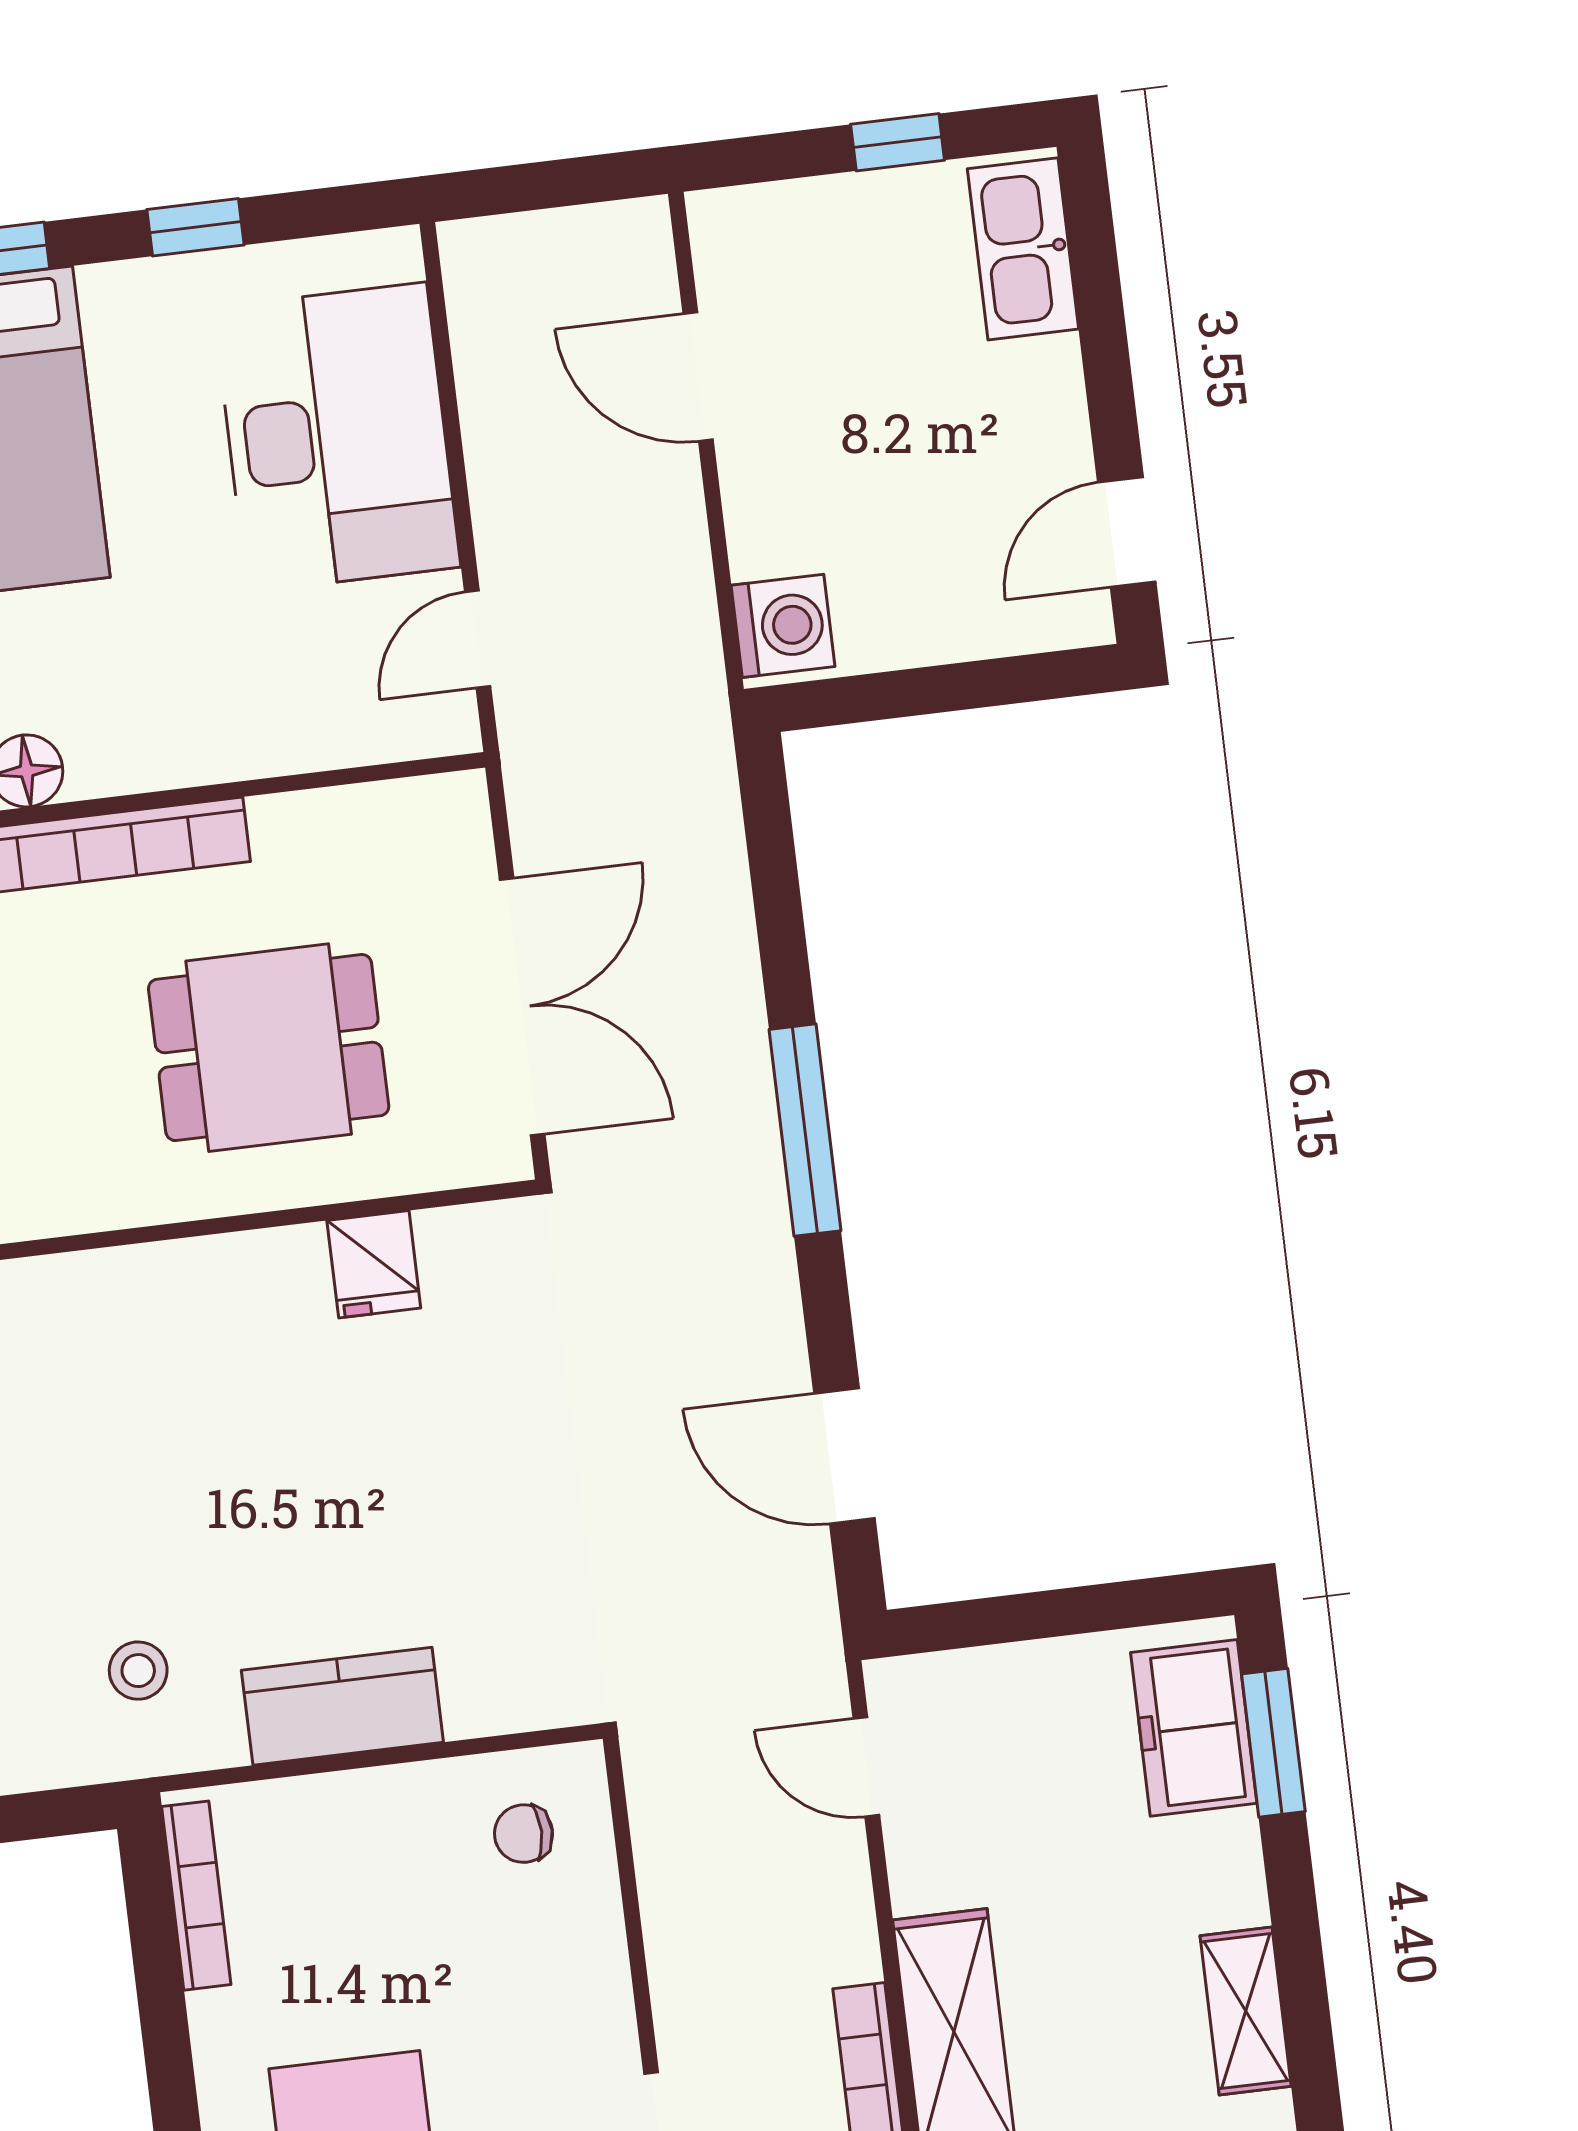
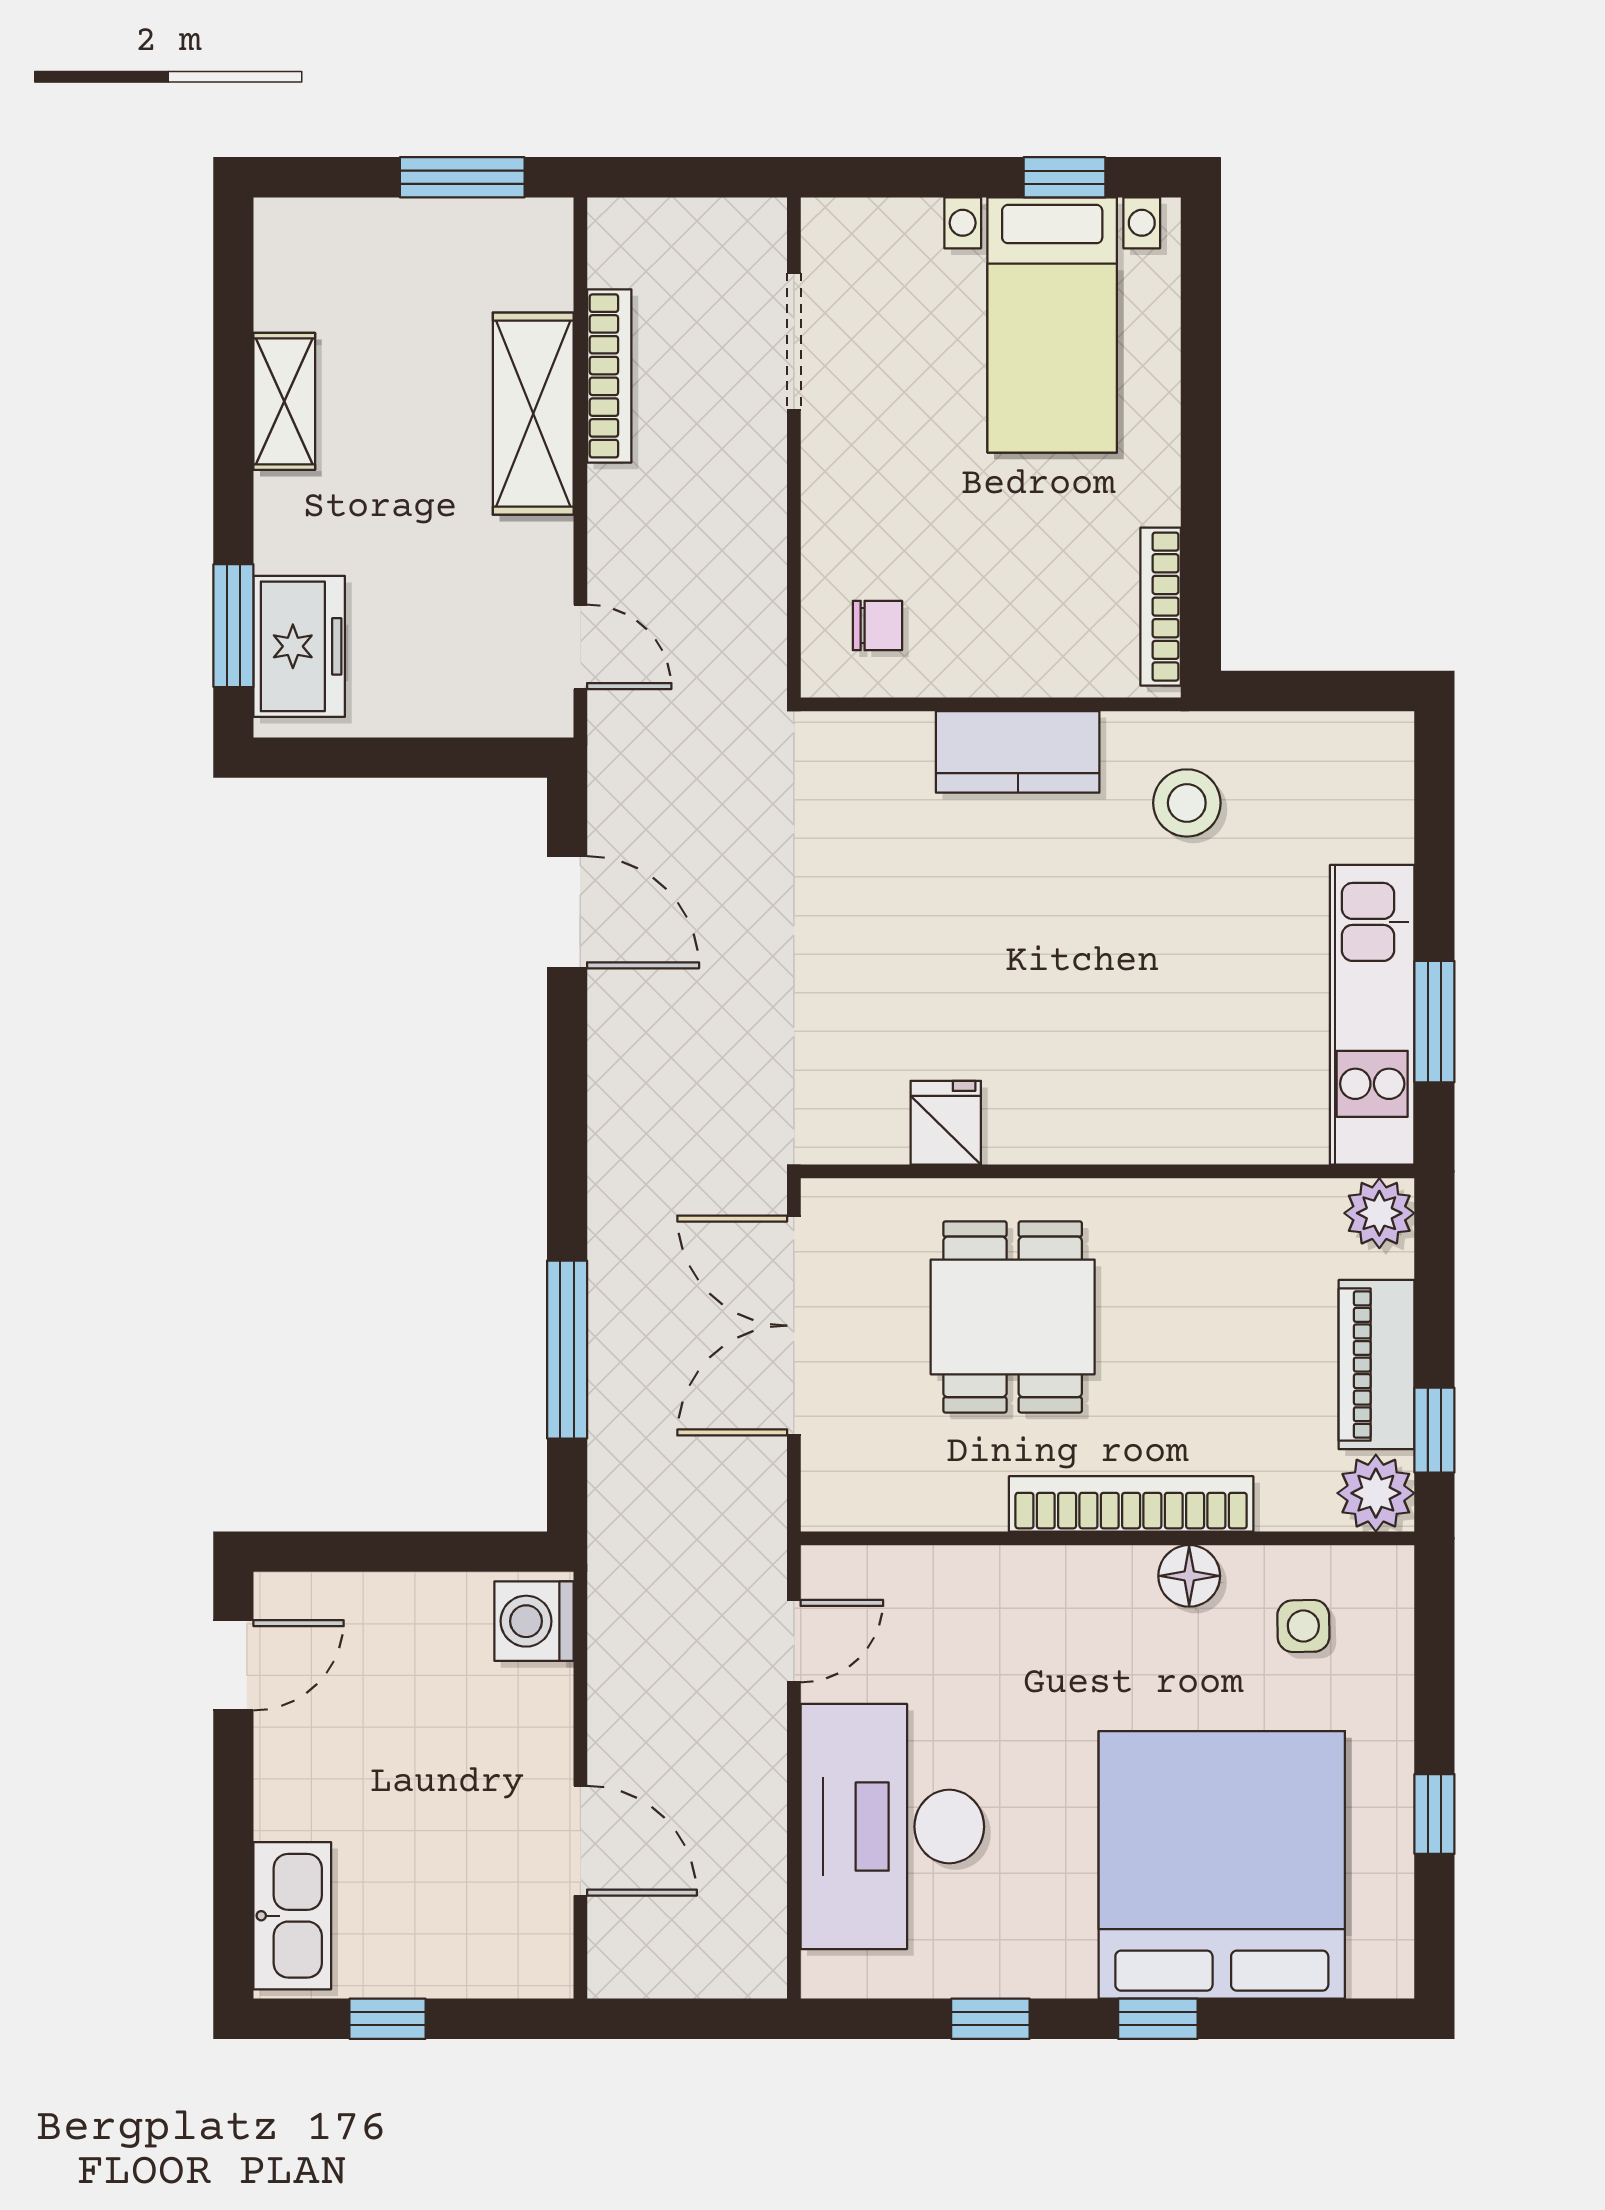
dining table: (269, 1048) -> (1013, 1317), turned 90
window: (805, 1130) -> (567, 1350), moved
stool: (138, 1671) -> (1187, 803), width x1.37, depth x1.37

